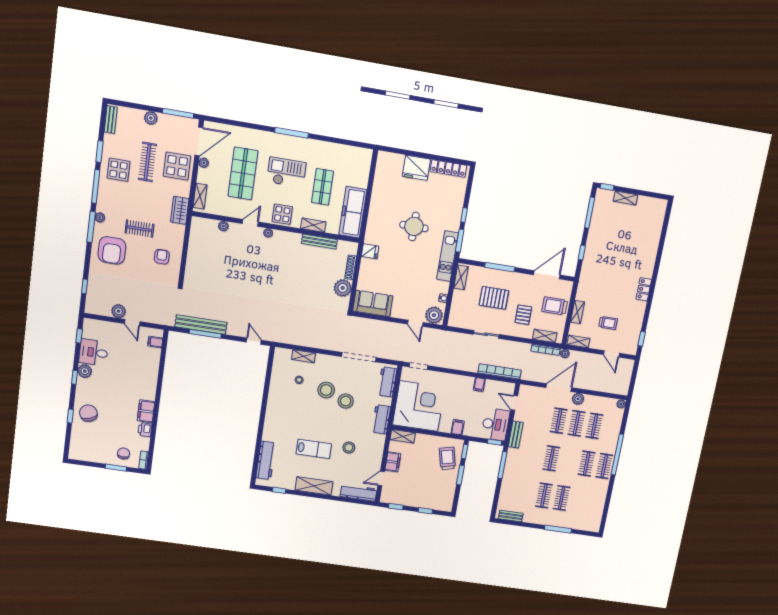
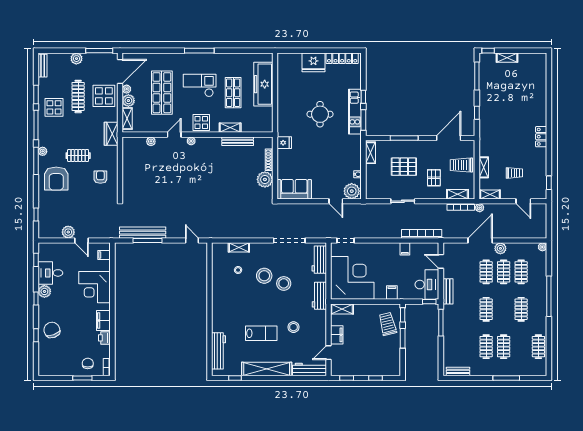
plant: (204, 176) -> (128, 101), added
freezer: (353, 212) -> (263, 84), moved
kitchen unit: (448, 256) -> (355, 112), moved
corner desk: (141, 375) -> (94, 287), added
clothes rail: (604, 466) -> (538, 347), moved
shelving: (314, 486) -> (267, 369), width x1.47

